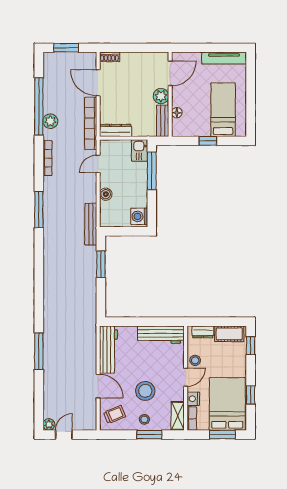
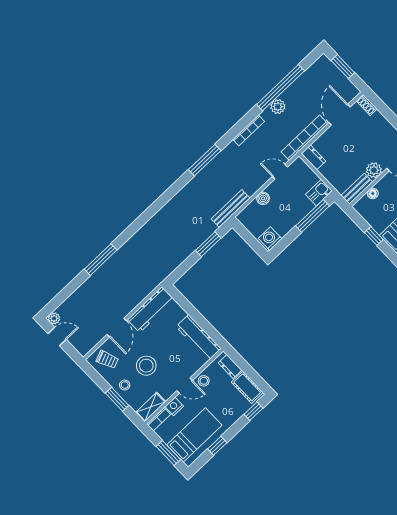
dresser: (116, 130) -> (313, 157), width x0.70
bed: (227, 404) -> (194, 435), width x0.67

